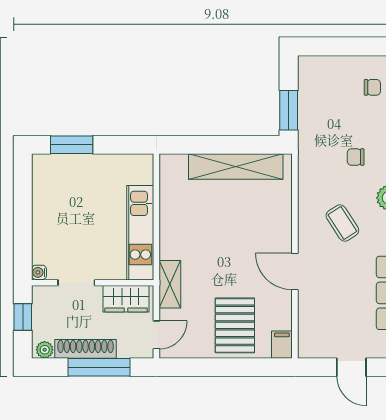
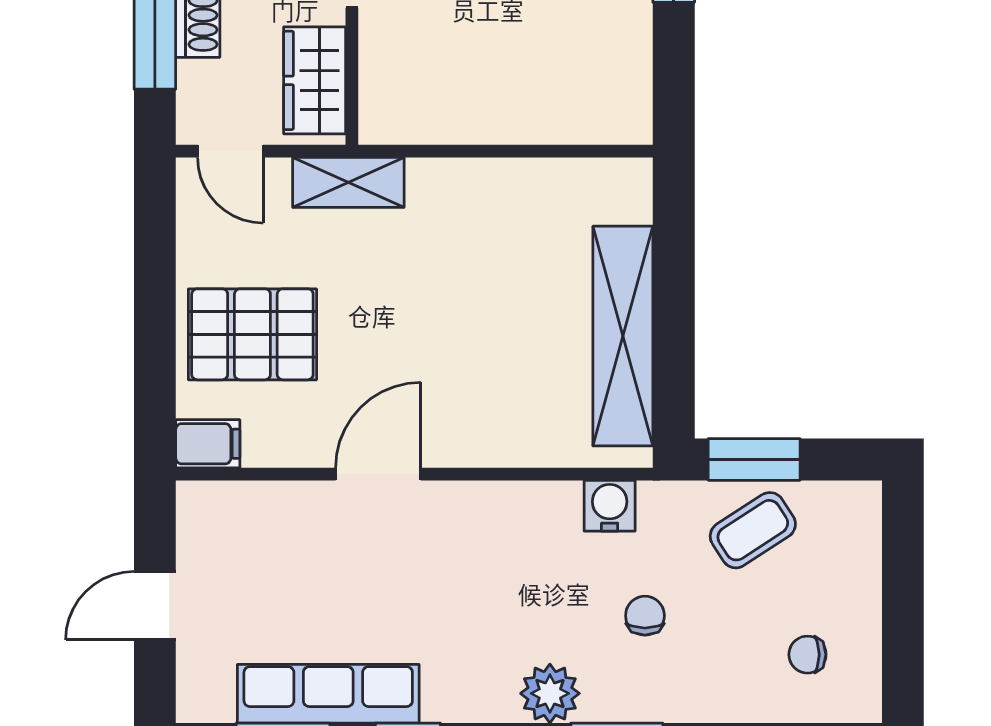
chair: (372, 87) -> (807, 655), turned 90
water cooler: (308, 172) -> (610, 506), added
coffee table: (342, 223) -> (753, 530), moved
kitchen unit: (140, 233) -> (468, 114), removed

